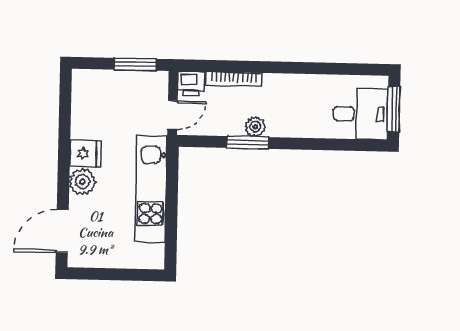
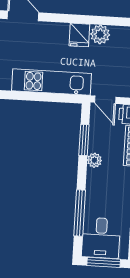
window: (248, 142) -> (84, 140), moved
window: (328, 144) -> (80, 213), added
plant: (83, 182) -> (100, 34), moved

